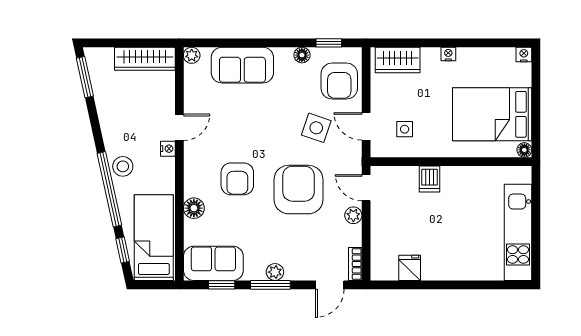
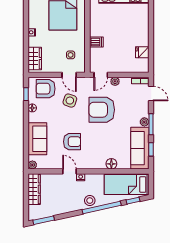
armchair: (339, 81) -> (46, 89), turned 180
door: (366, 126) -> (69, 75), hinge flipped
armchair: (237, 179) -> (72, 142), moved
sofa: (213, 263) -> (140, 148), width x1.36

